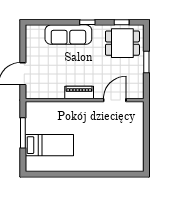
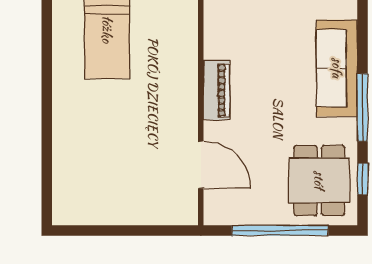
window: (87, 22) -> (363, 107), width x2.17
window: (146, 62) -> (280, 230), width x2.11

